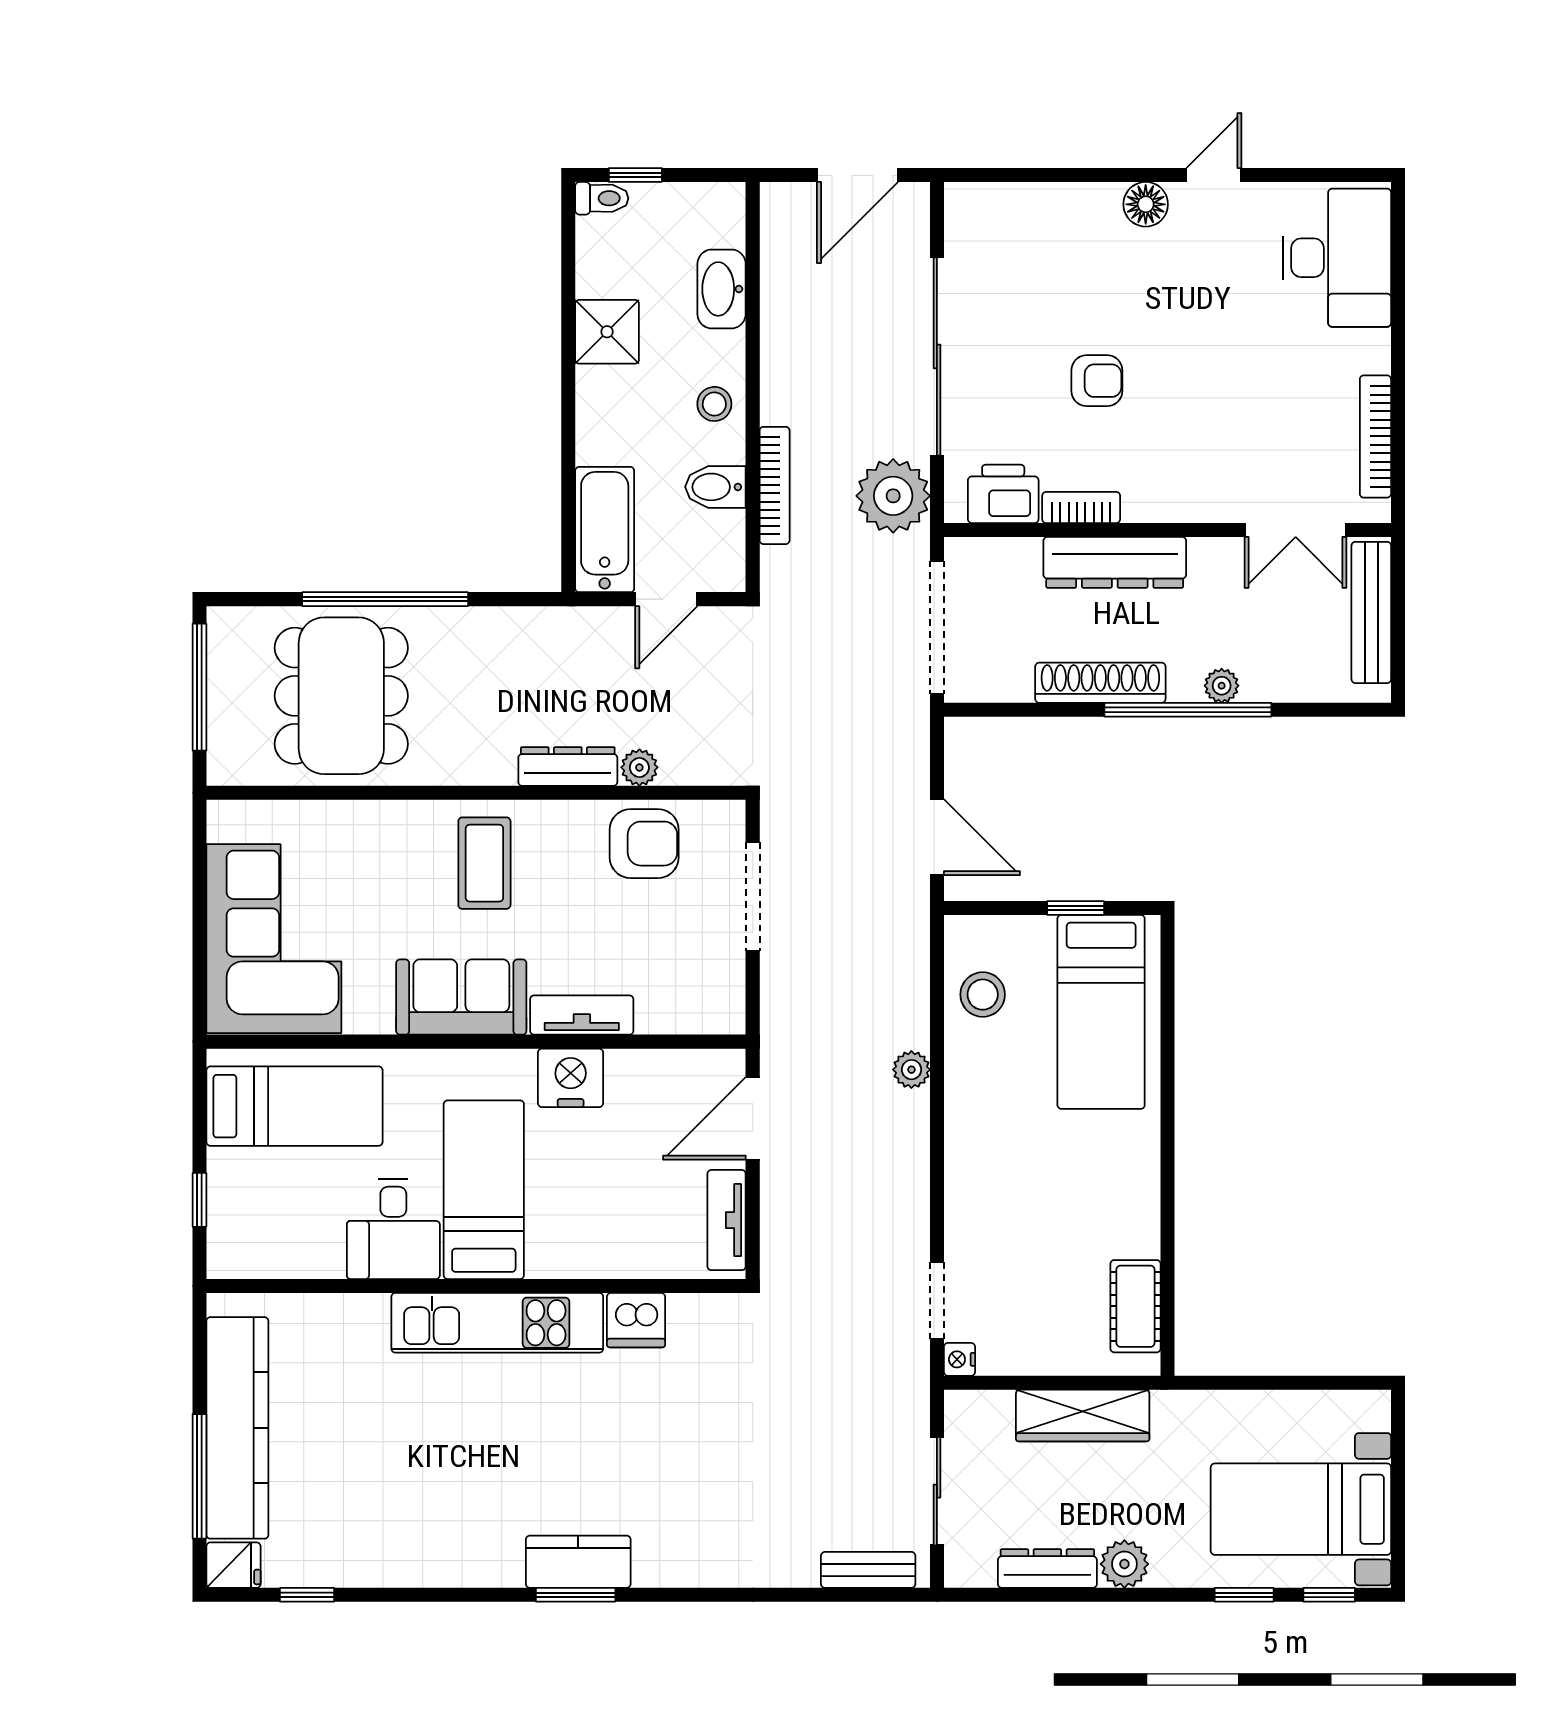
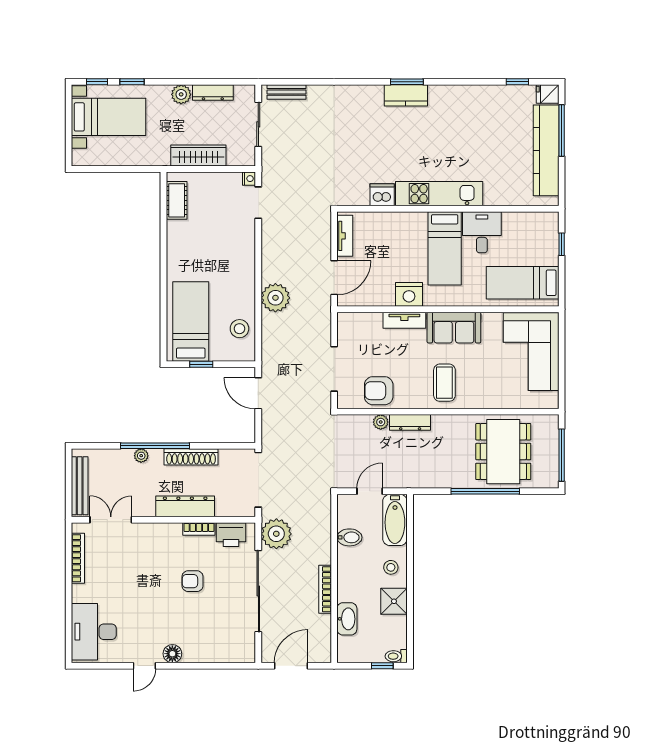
stool: (714, 404) -> (391, 567), moved
bookcase: (775, 485) -> (325, 589), moved
plant: (911, 1070) -> (275, 298), width x1.87, depth x1.87

